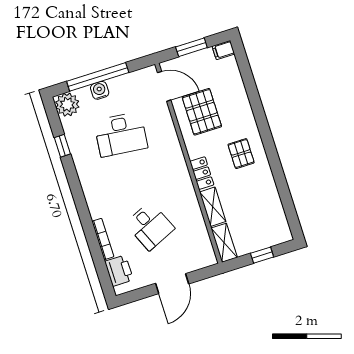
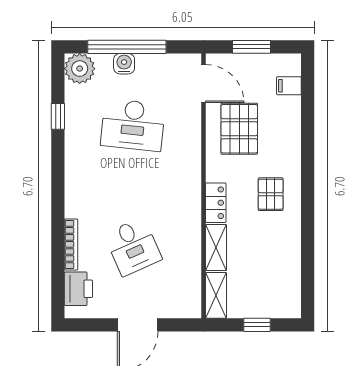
filing cabinet: (223, 50) -> (289, 86), moved

